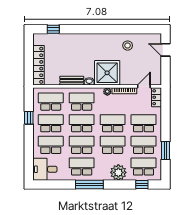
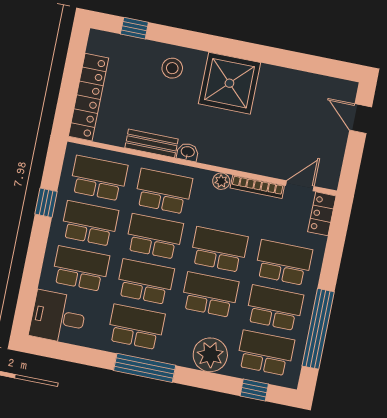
stool: (128, 46) -> (172, 68), moved
shower: (107, 73) -> (229, 83), moved
window: (166, 150) -> (318, 329), width x2.11

